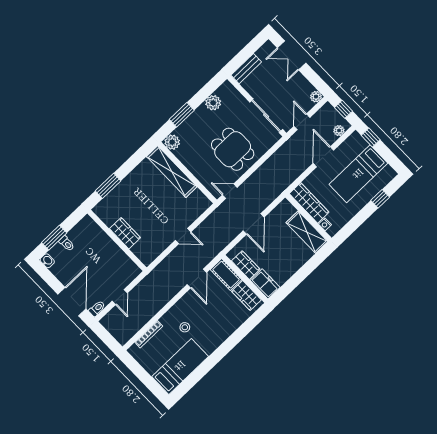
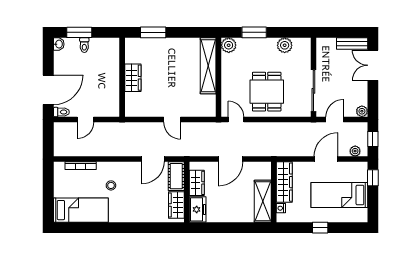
bench: (246, 69) -> (352, 44), moved
window: (380, 199) -> (320, 228), moved

